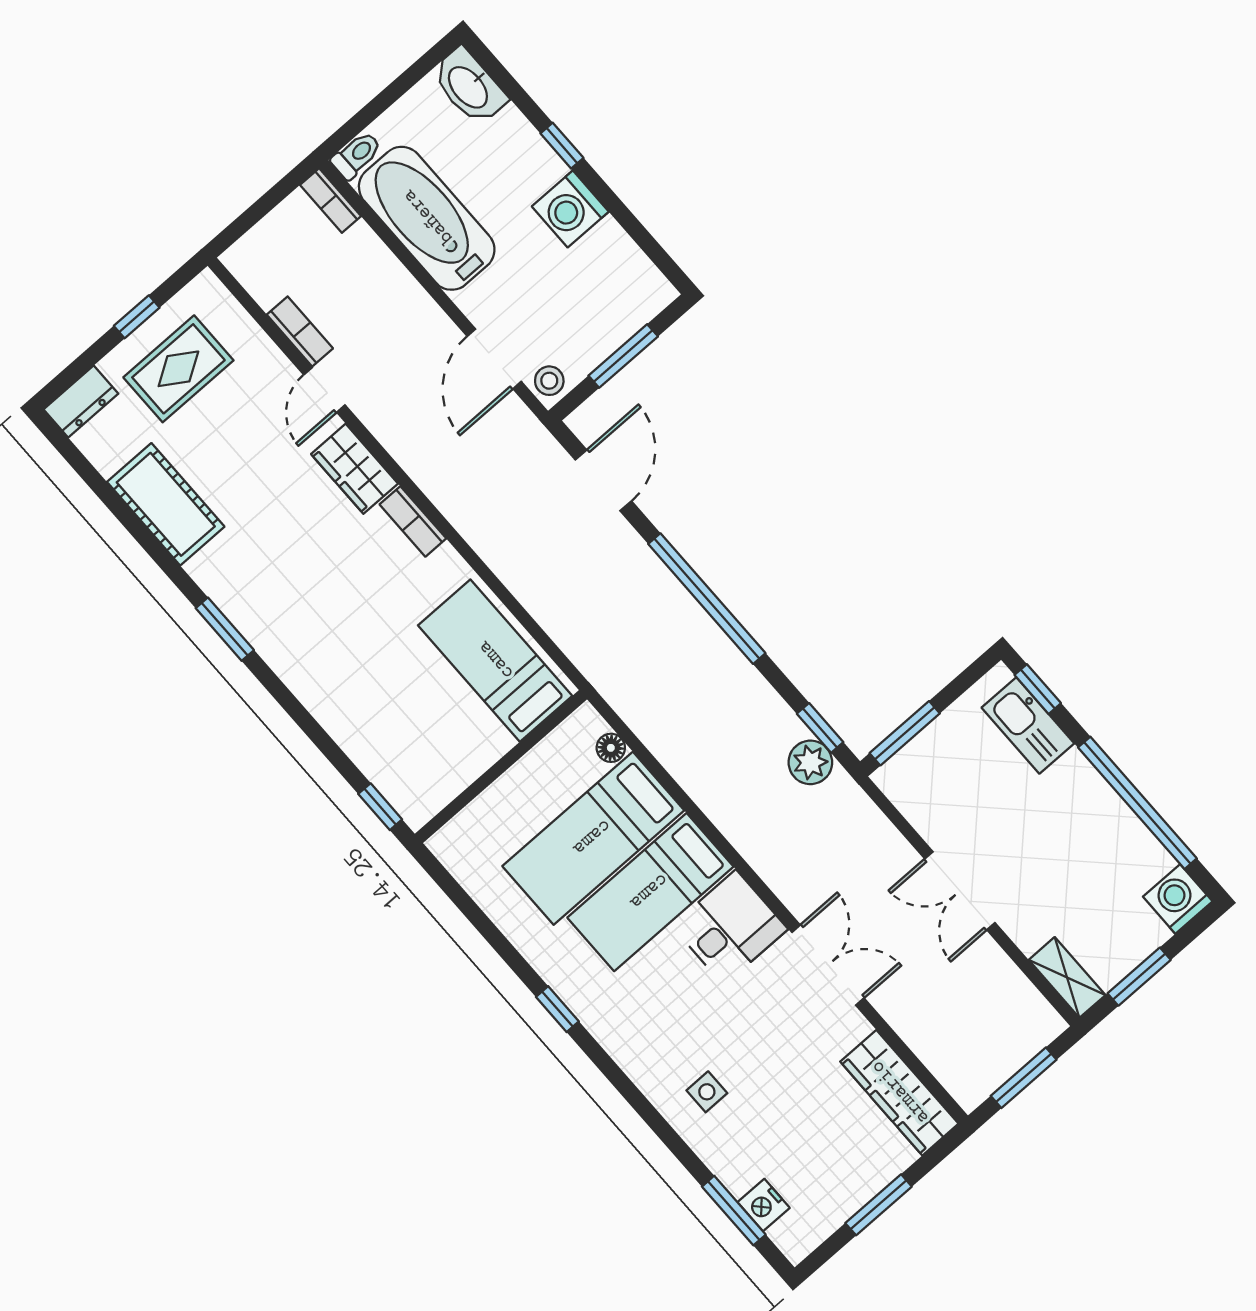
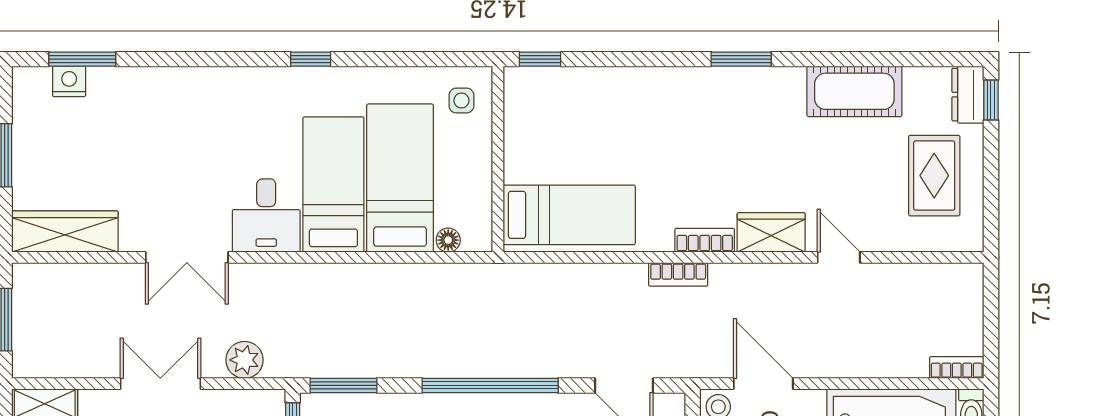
window: (137, 317) -> (991, 100), moved
bookcase: (300, 331) -> (678, 274), moved
window: (820, 728) -> (343, 385), width x1.50
plant: (810, 762) -> (245, 360), moved
side table: (707, 1092) -> (461, 101), moved

